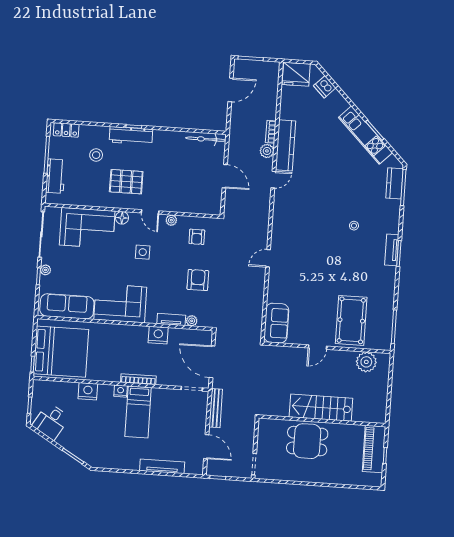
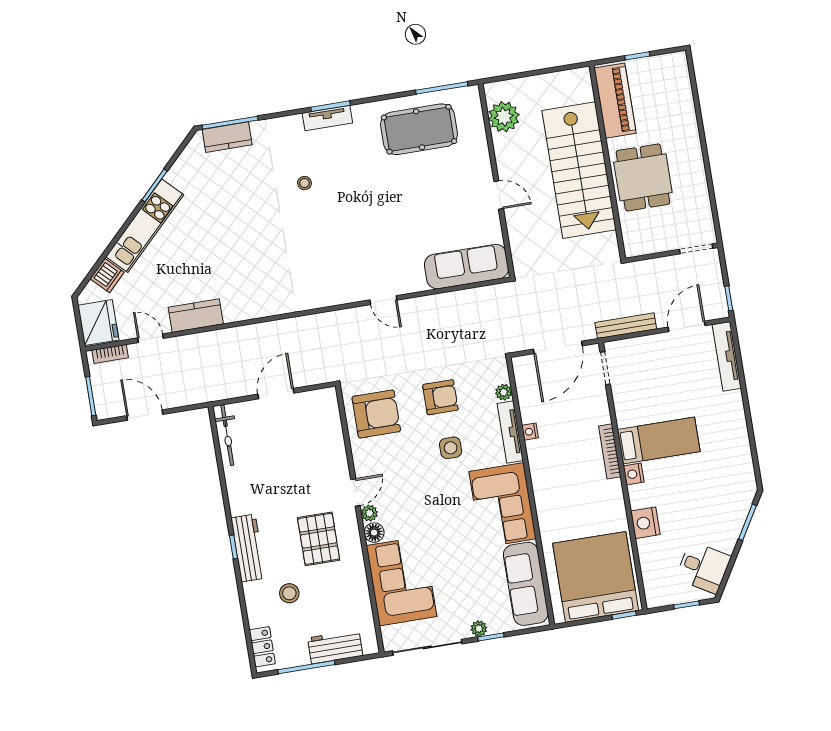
bookcase: (271, 132) -> (110, 354), moved
kitchen unit: (365, 135) -> (145, 226), moved
kitchen counter: (285, 145) -> (196, 316), width x0.67
plant: (267, 151) -> (223, 339), removed
door: (273, 180) -> (151, 338), moved
plant: (171, 220) -> (369, 513), moved
armchair: (197, 237) -> (376, 414), width x1.88, depth x1.88
side table: (143, 252) -> (451, 448), moved
armchair: (198, 280) -> (440, 397), turned 180
tv unit: (171, 319) -> (510, 432), width x1.41
pool table: (351, 320) -> (419, 129), moved
sofa: (276, 323) -> (467, 267), width x1.36
nightstand: (158, 335) -> (530, 432), width x0.53, depth x0.56
stairs: (321, 408) -> (579, 170), width x1.36, depth x1.51
piano: (374, 449) -> (615, 101), moved, turned -90
tv unit: (162, 466) -> (727, 356), moved

